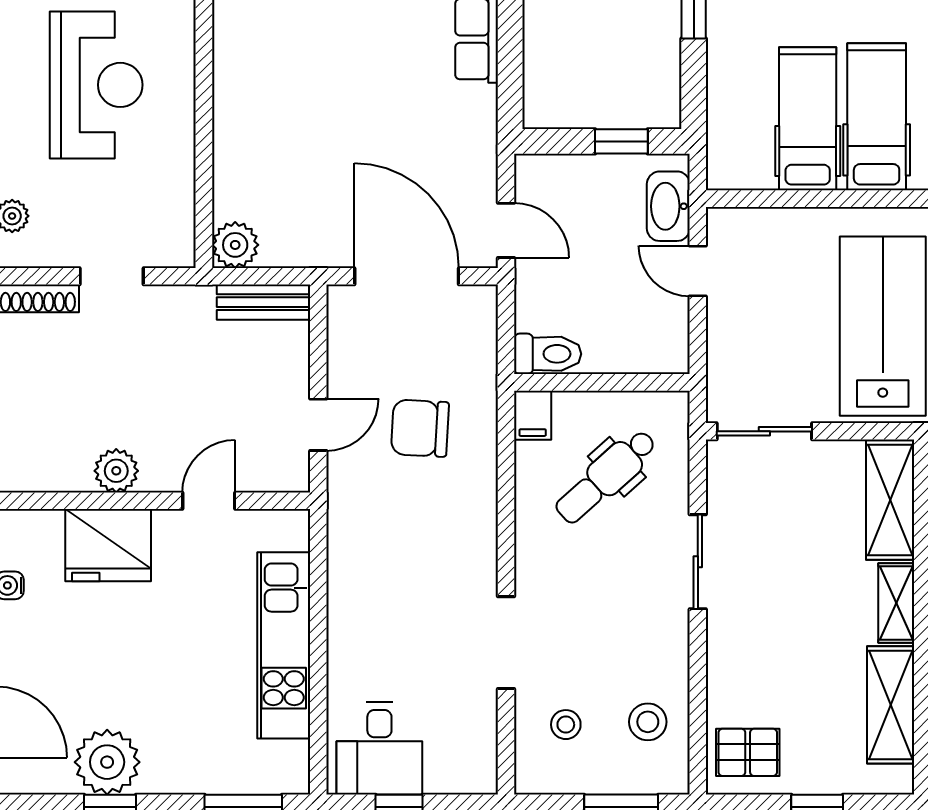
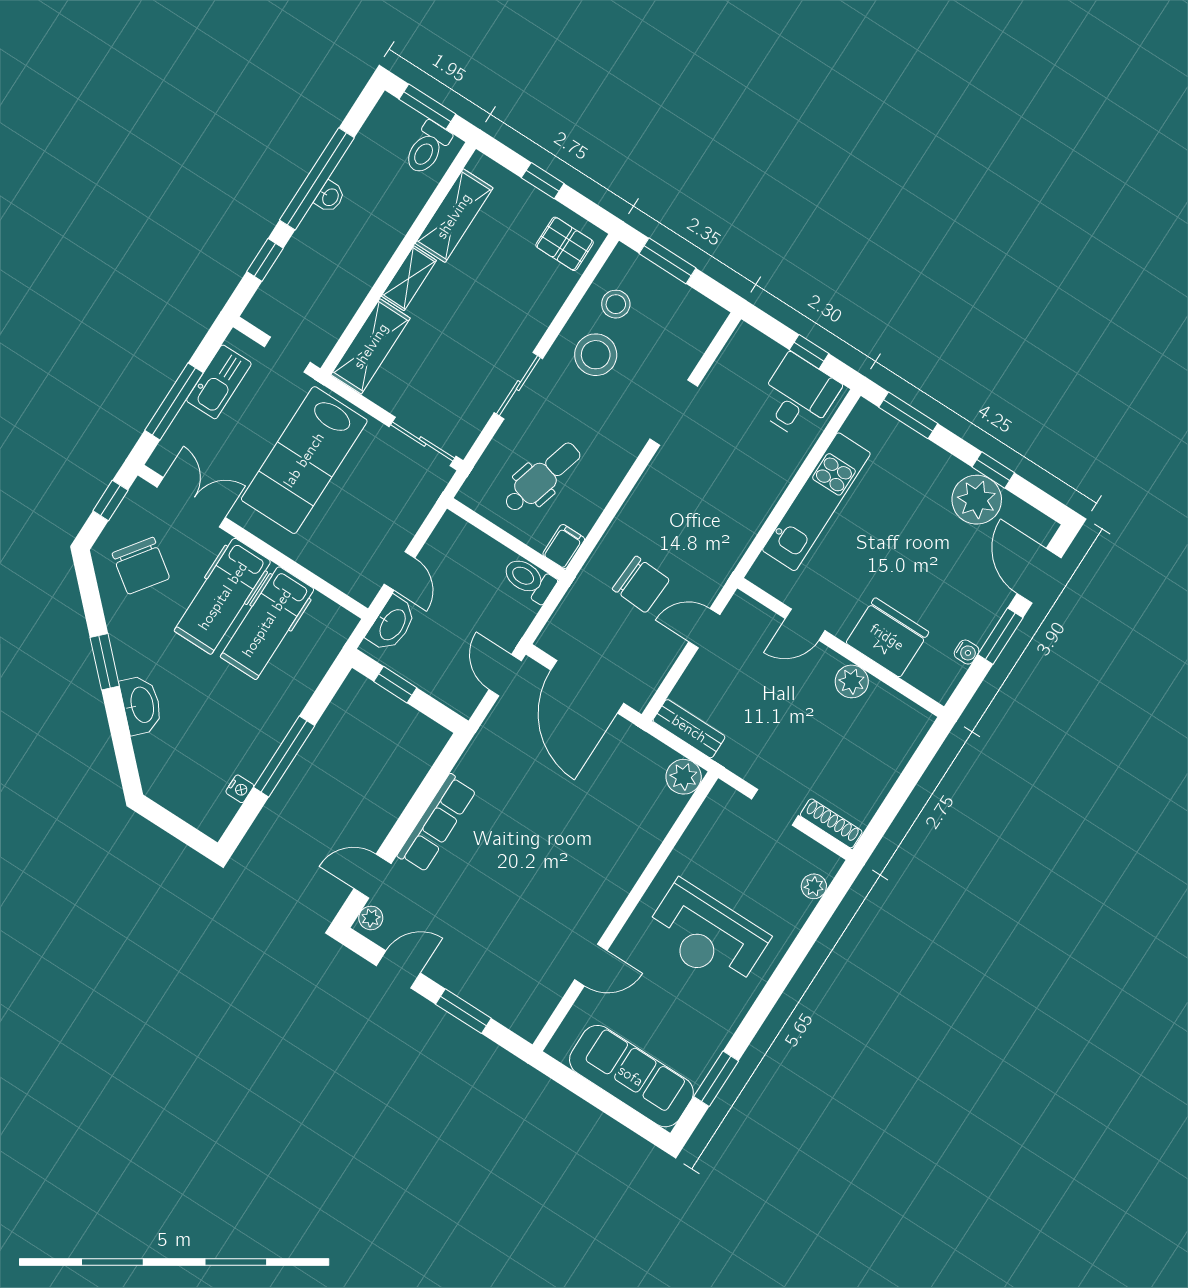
reception desk: (96, 85) -> (707, 935), turned -90
dental chair: (606, 477) -> (542, 477), turned -32
stool: (566, 725) -> (596, 355), moved, width x1.89, depth x1.89

